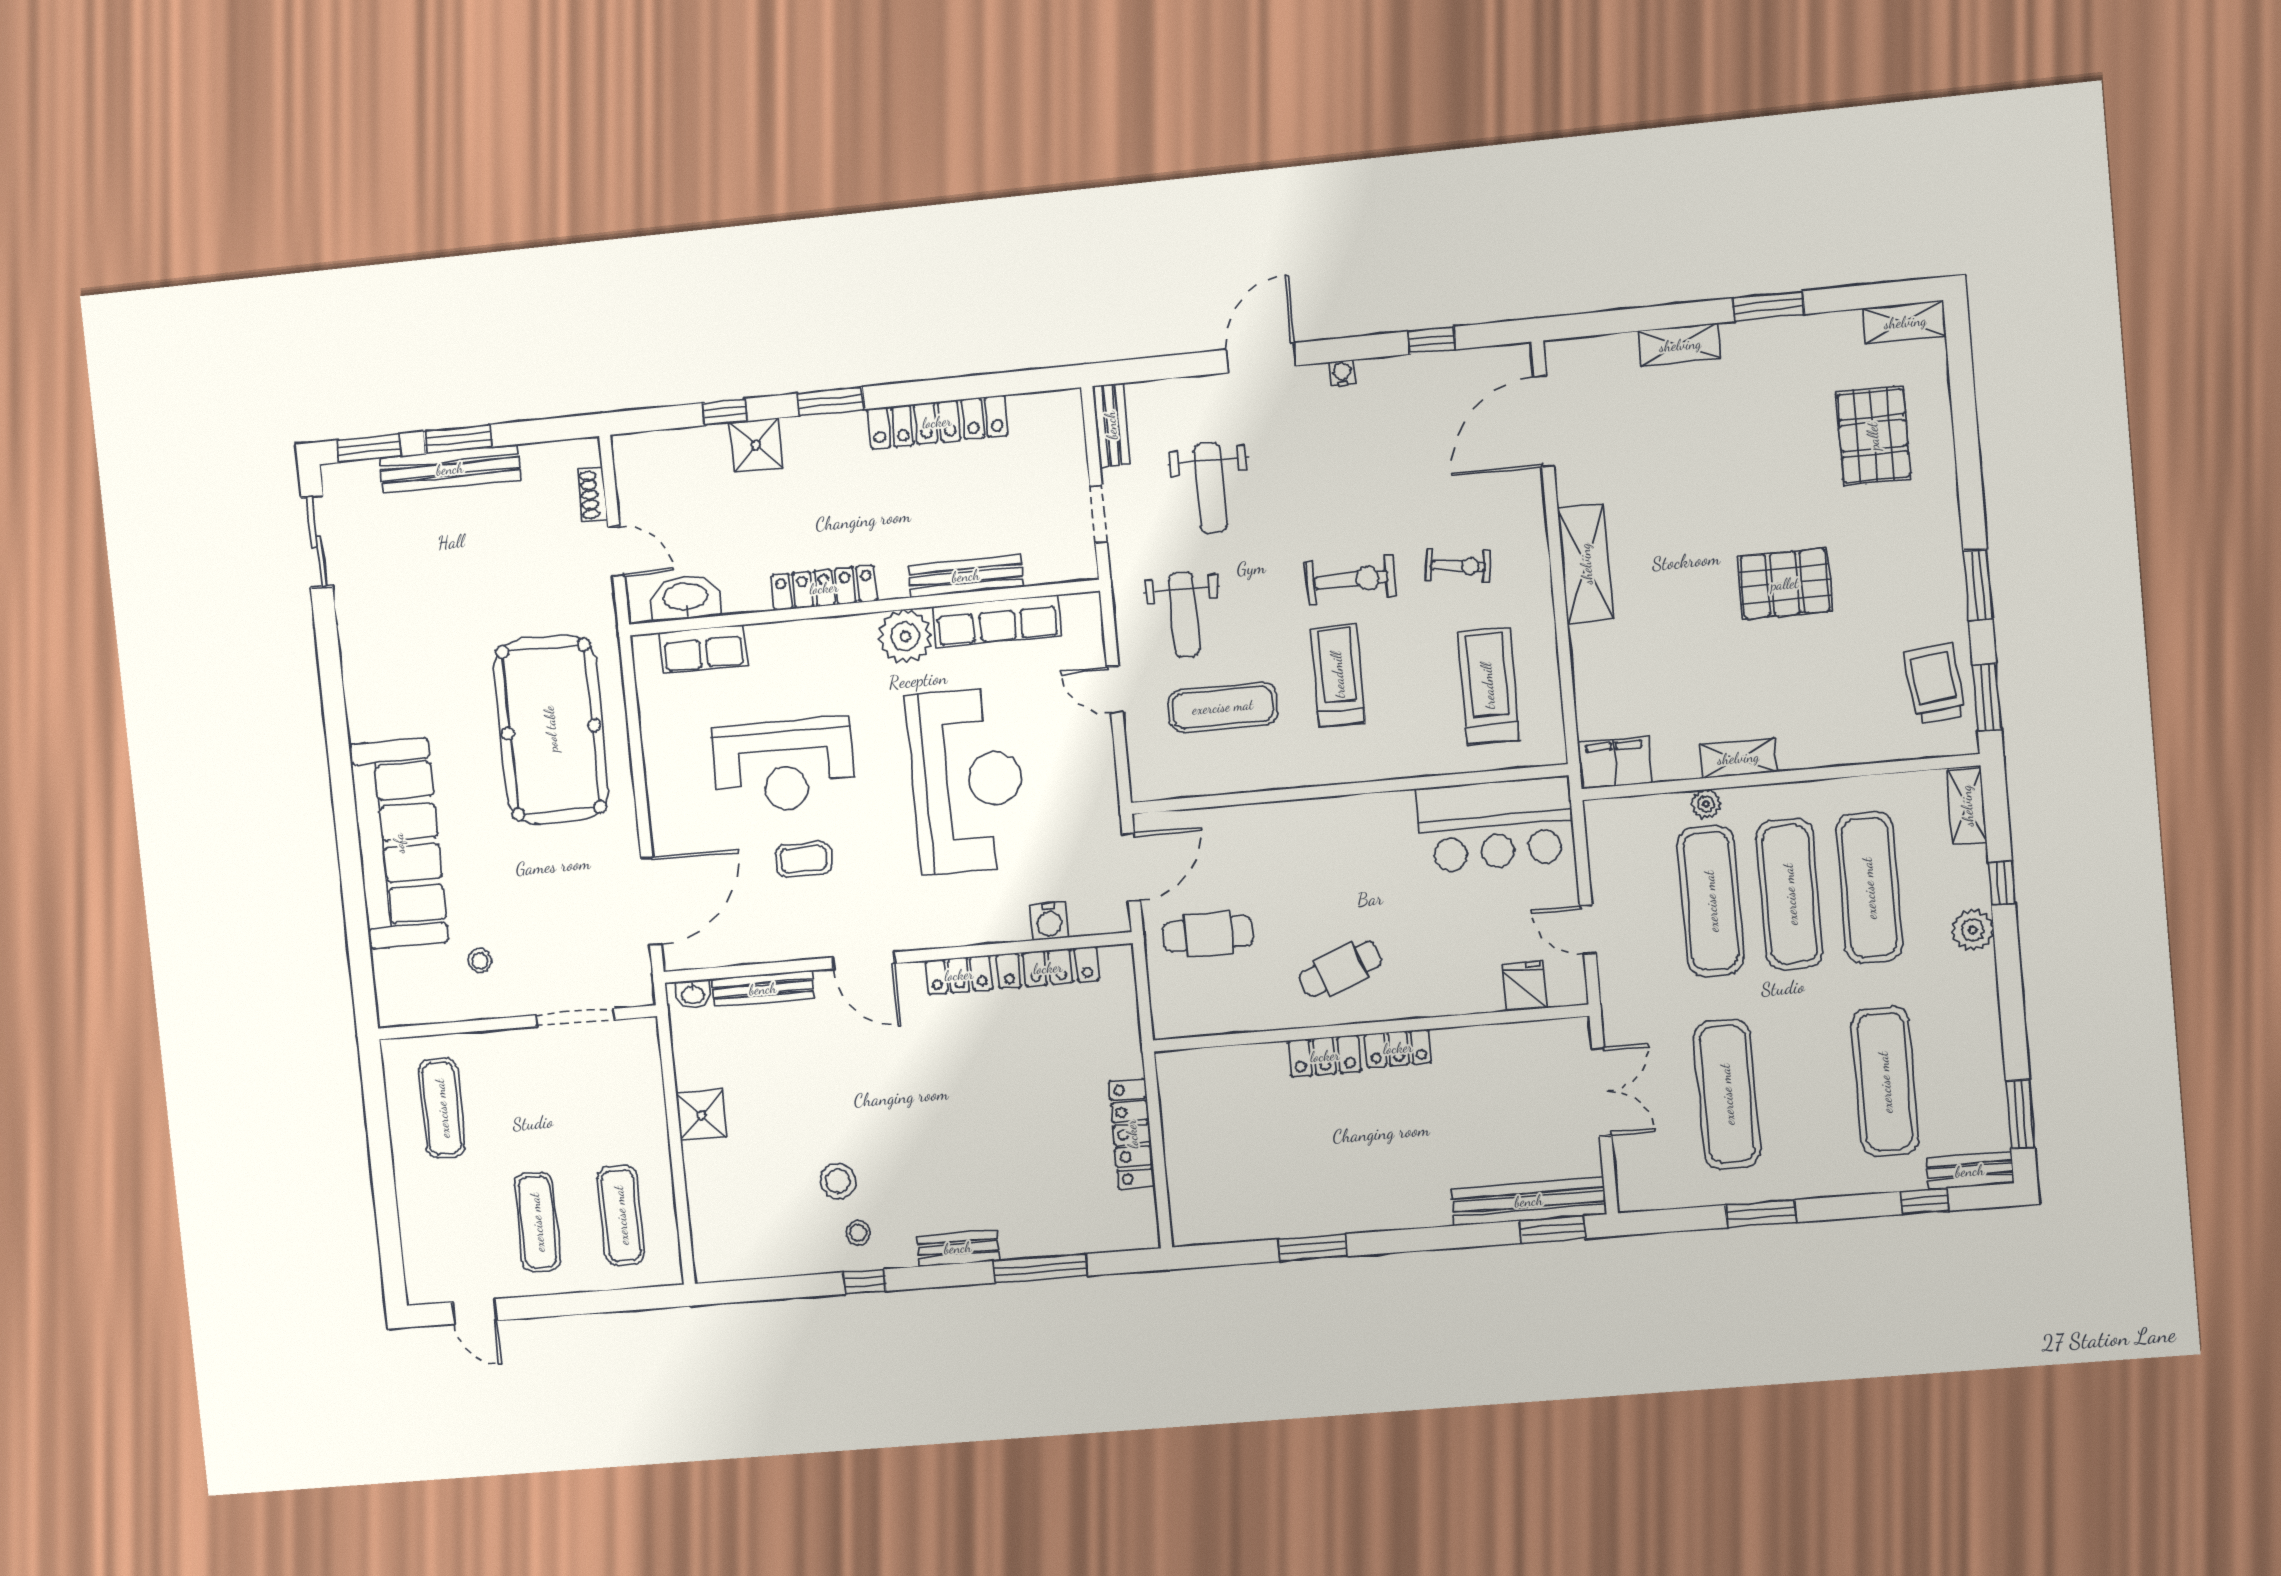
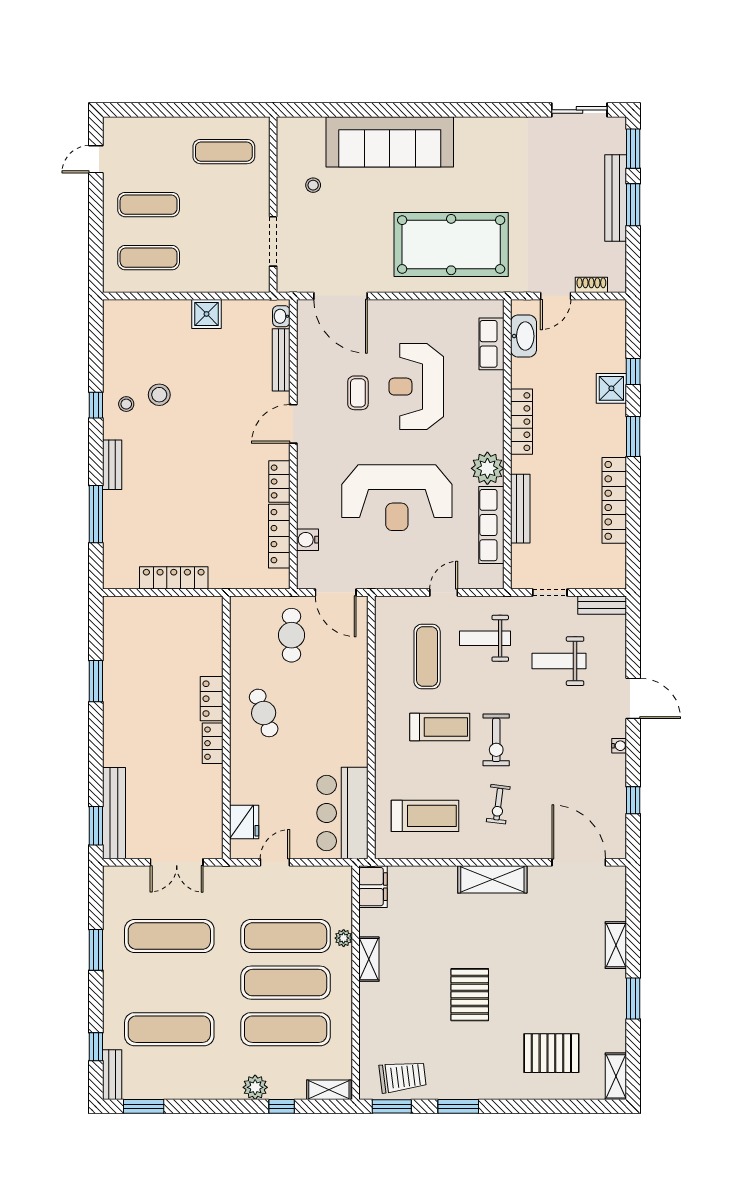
fridge: (1525, 986) -> (244, 822), width x1.38

